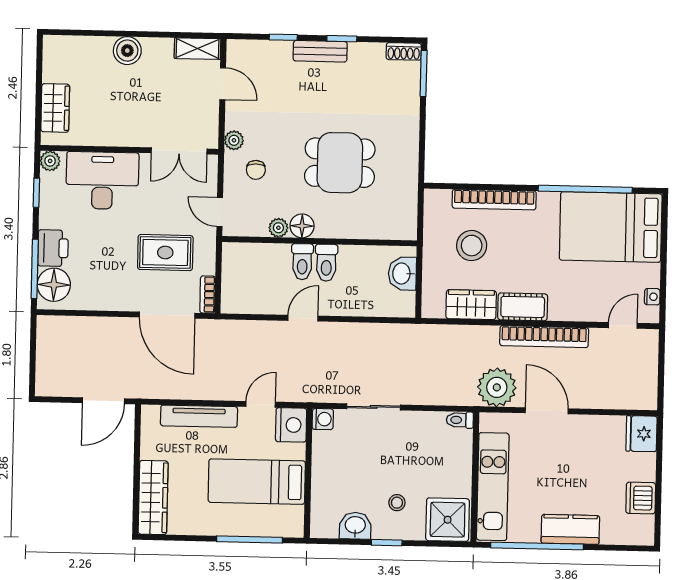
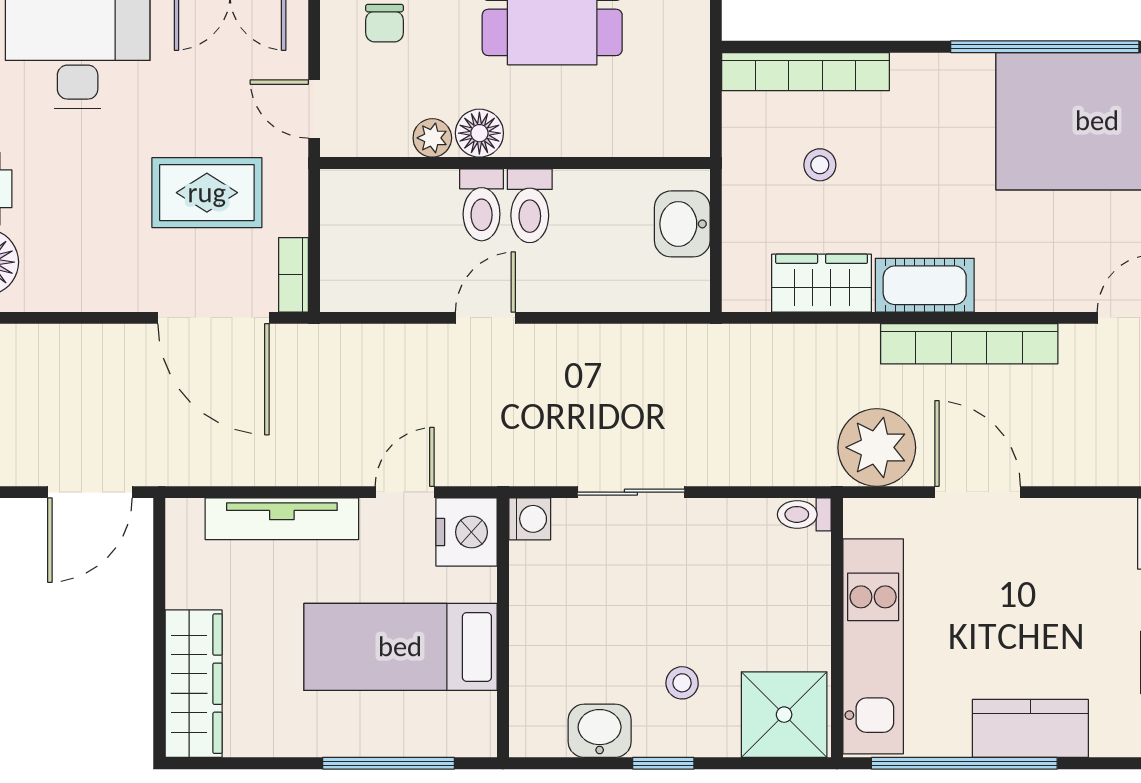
bookcase: (494, 200) -> (806, 72), moved
stool: (472, 246) -> (820, 165), width x0.53, depth x0.53

